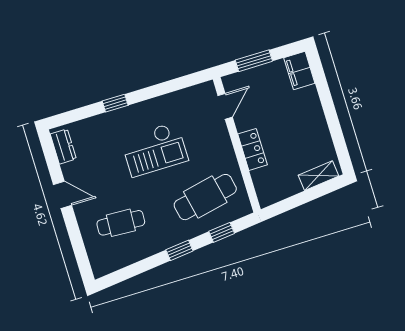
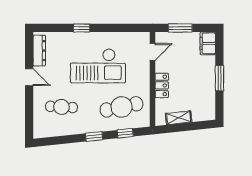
window: (331, 115) -> (219, 78), added
dresser: (63, 147) -> (39, 51), width x1.44
checkout: (154, 149) -> (98, 66), width x1.36, depth x1.21
shelving: (319, 176) -> (179, 118), moved

